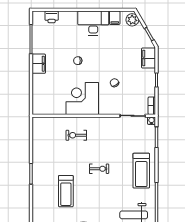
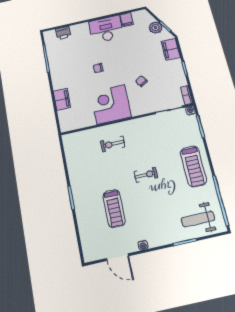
plant: (132, 20) -> (156, 28), moved
filing cabinet: (39, 64) -> (62, 99), moved

